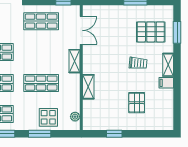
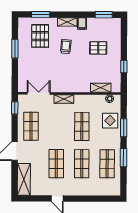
shelving: (88, 87) -> (101, 88), moved
window: (177, 109) -> (104, 15), added

